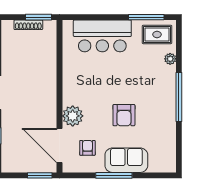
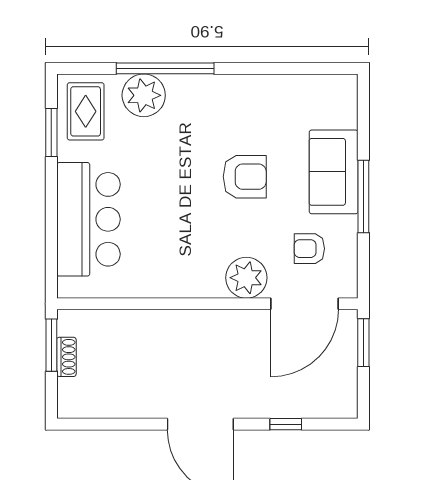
window: (146, 17) -> (51, 133), width x0.69
shoe rack: (28, 25) -> (66, 357), width x0.70
plant: (170, 59) -> (144, 95), width x1.88, depth x1.88
window: (179, 97) -> (165, 68), moved

